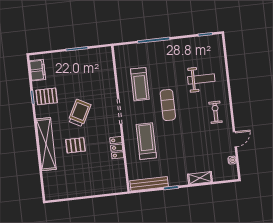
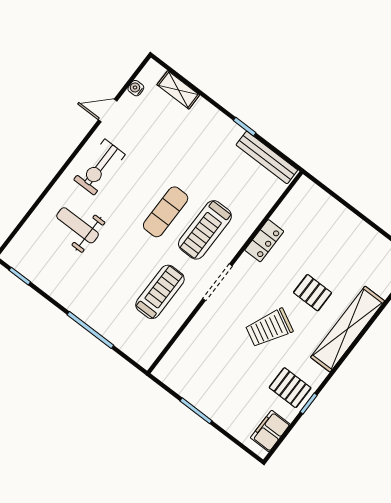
exercise mat: (168, 105) -> (166, 212), moved
exercise bike: (216, 112) -> (99, 167), width x1.38, depth x1.39
treadmill: (146, 141) -> (205, 230), moved
shelving: (200, 178) -> (178, 90), moved

